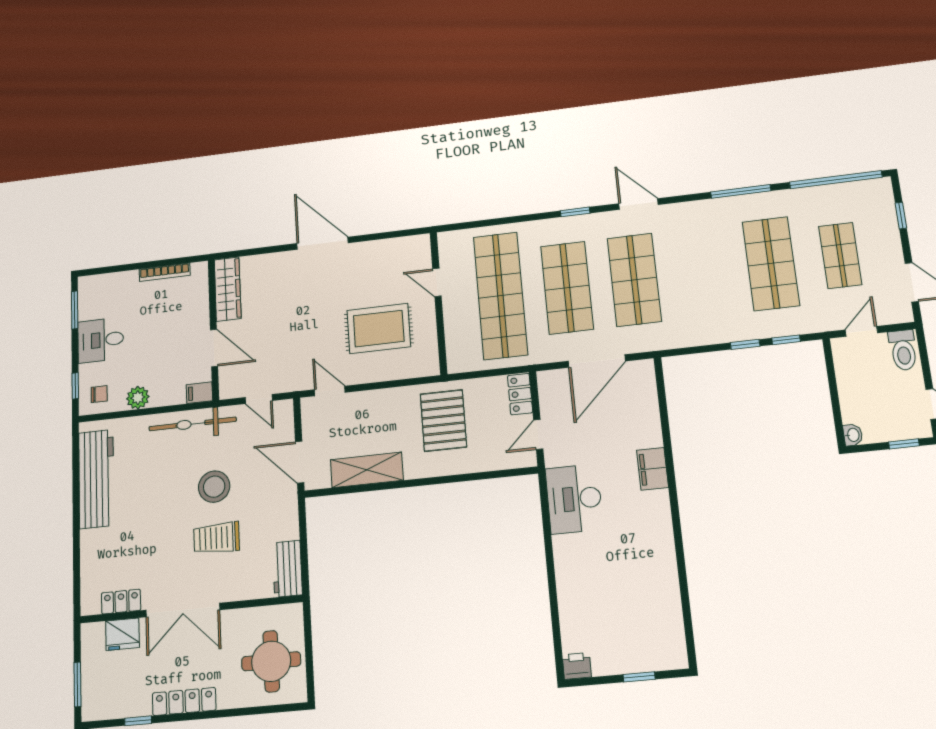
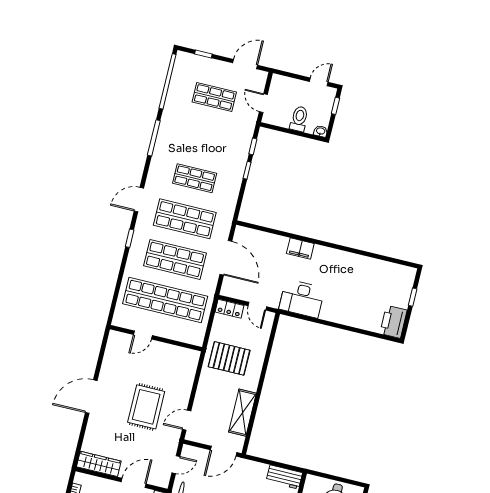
shop shelf: (771, 264) -> (195, 178), moved, width x0.70, depth x0.74
rug: (379, 329) -> (146, 407), moved
toilet: (903, 350) -> (299, 119), moved, turned -90
printer: (577, 666) -> (393, 322), width x1.87, depth x1.48

